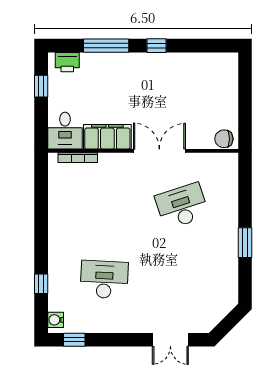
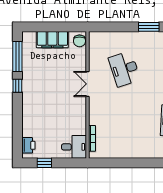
window: (106, 46) -> (17, 57), moved
filing cabinet: (107, 137) -> (52, 40), moved, turned -90
double door: (159, 151) -> (88, 84), width x0.73

